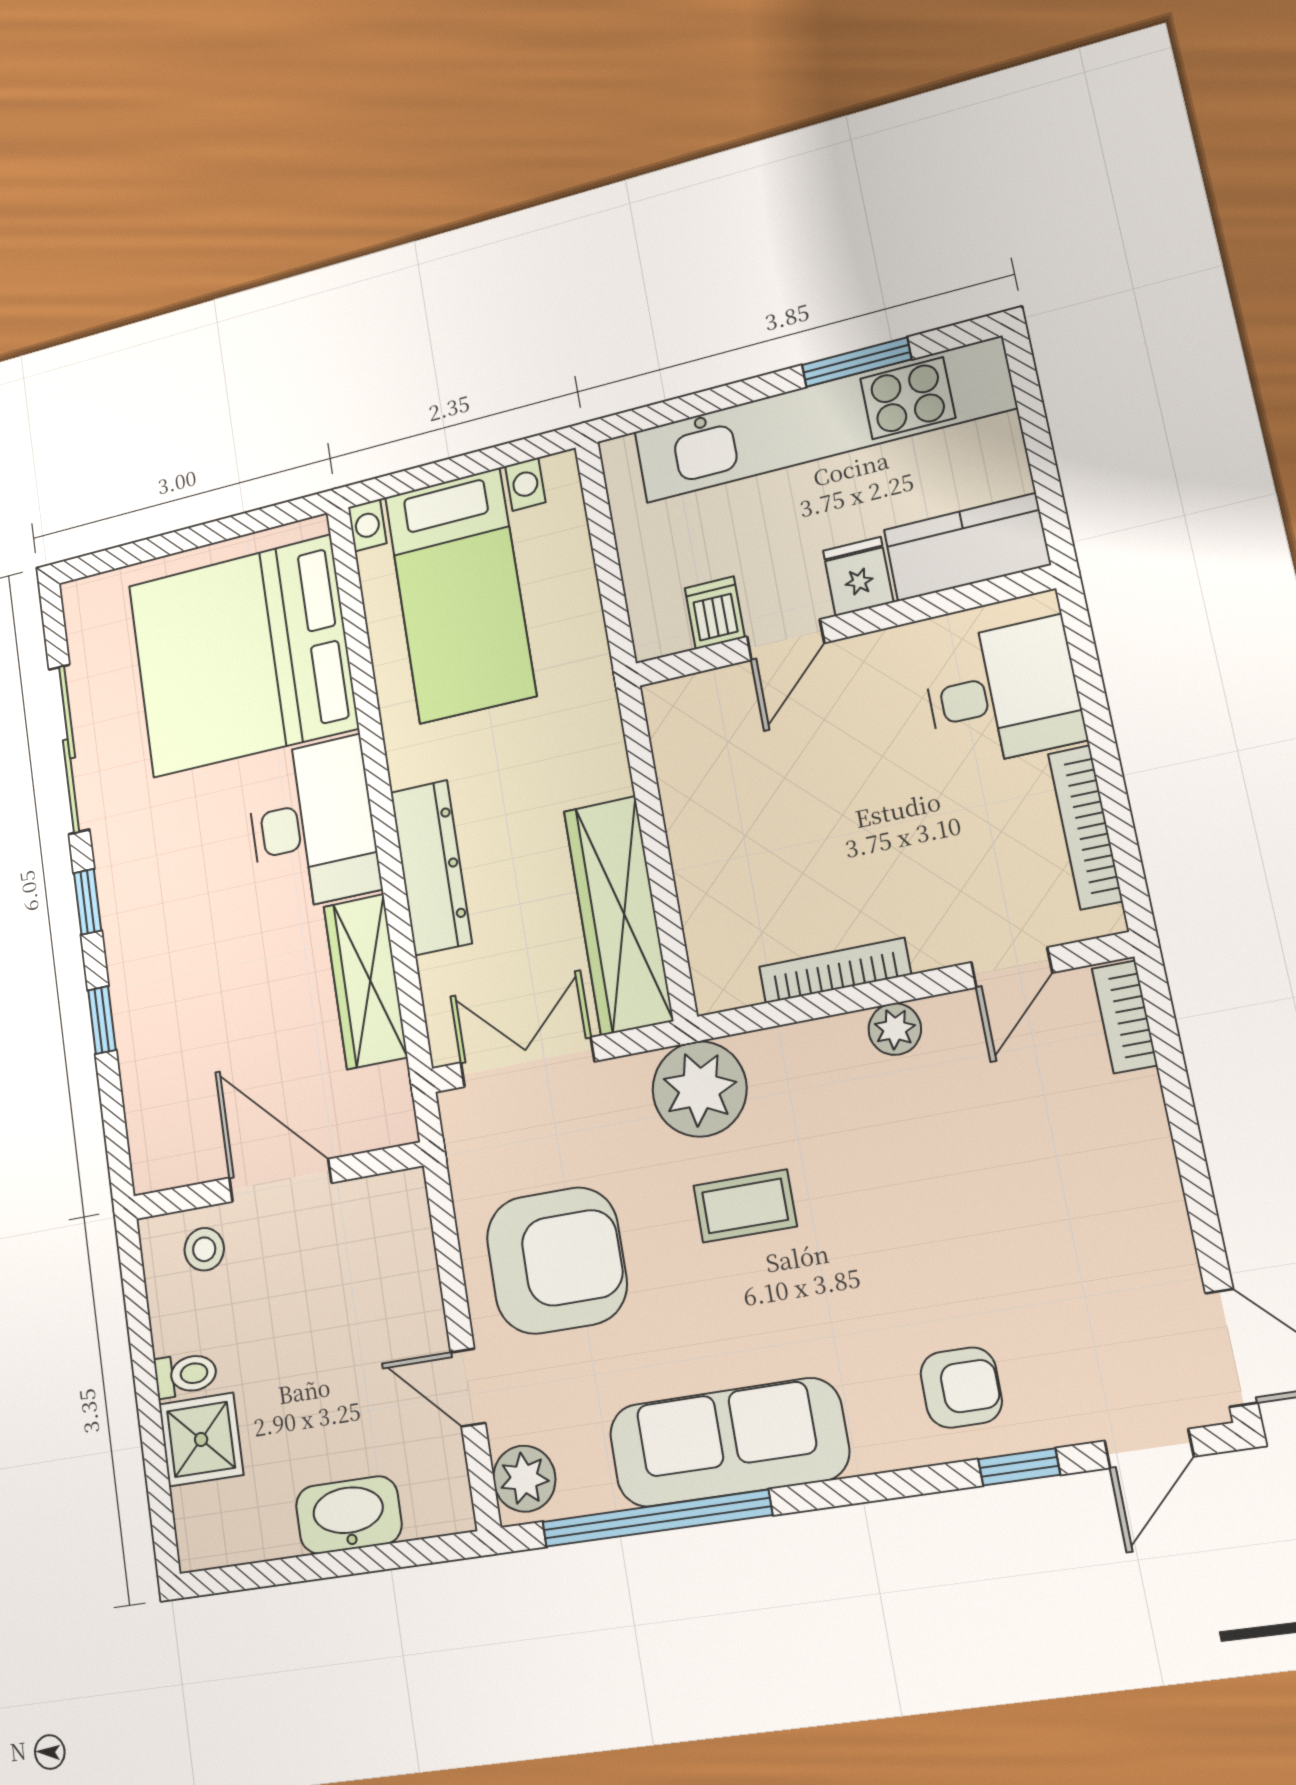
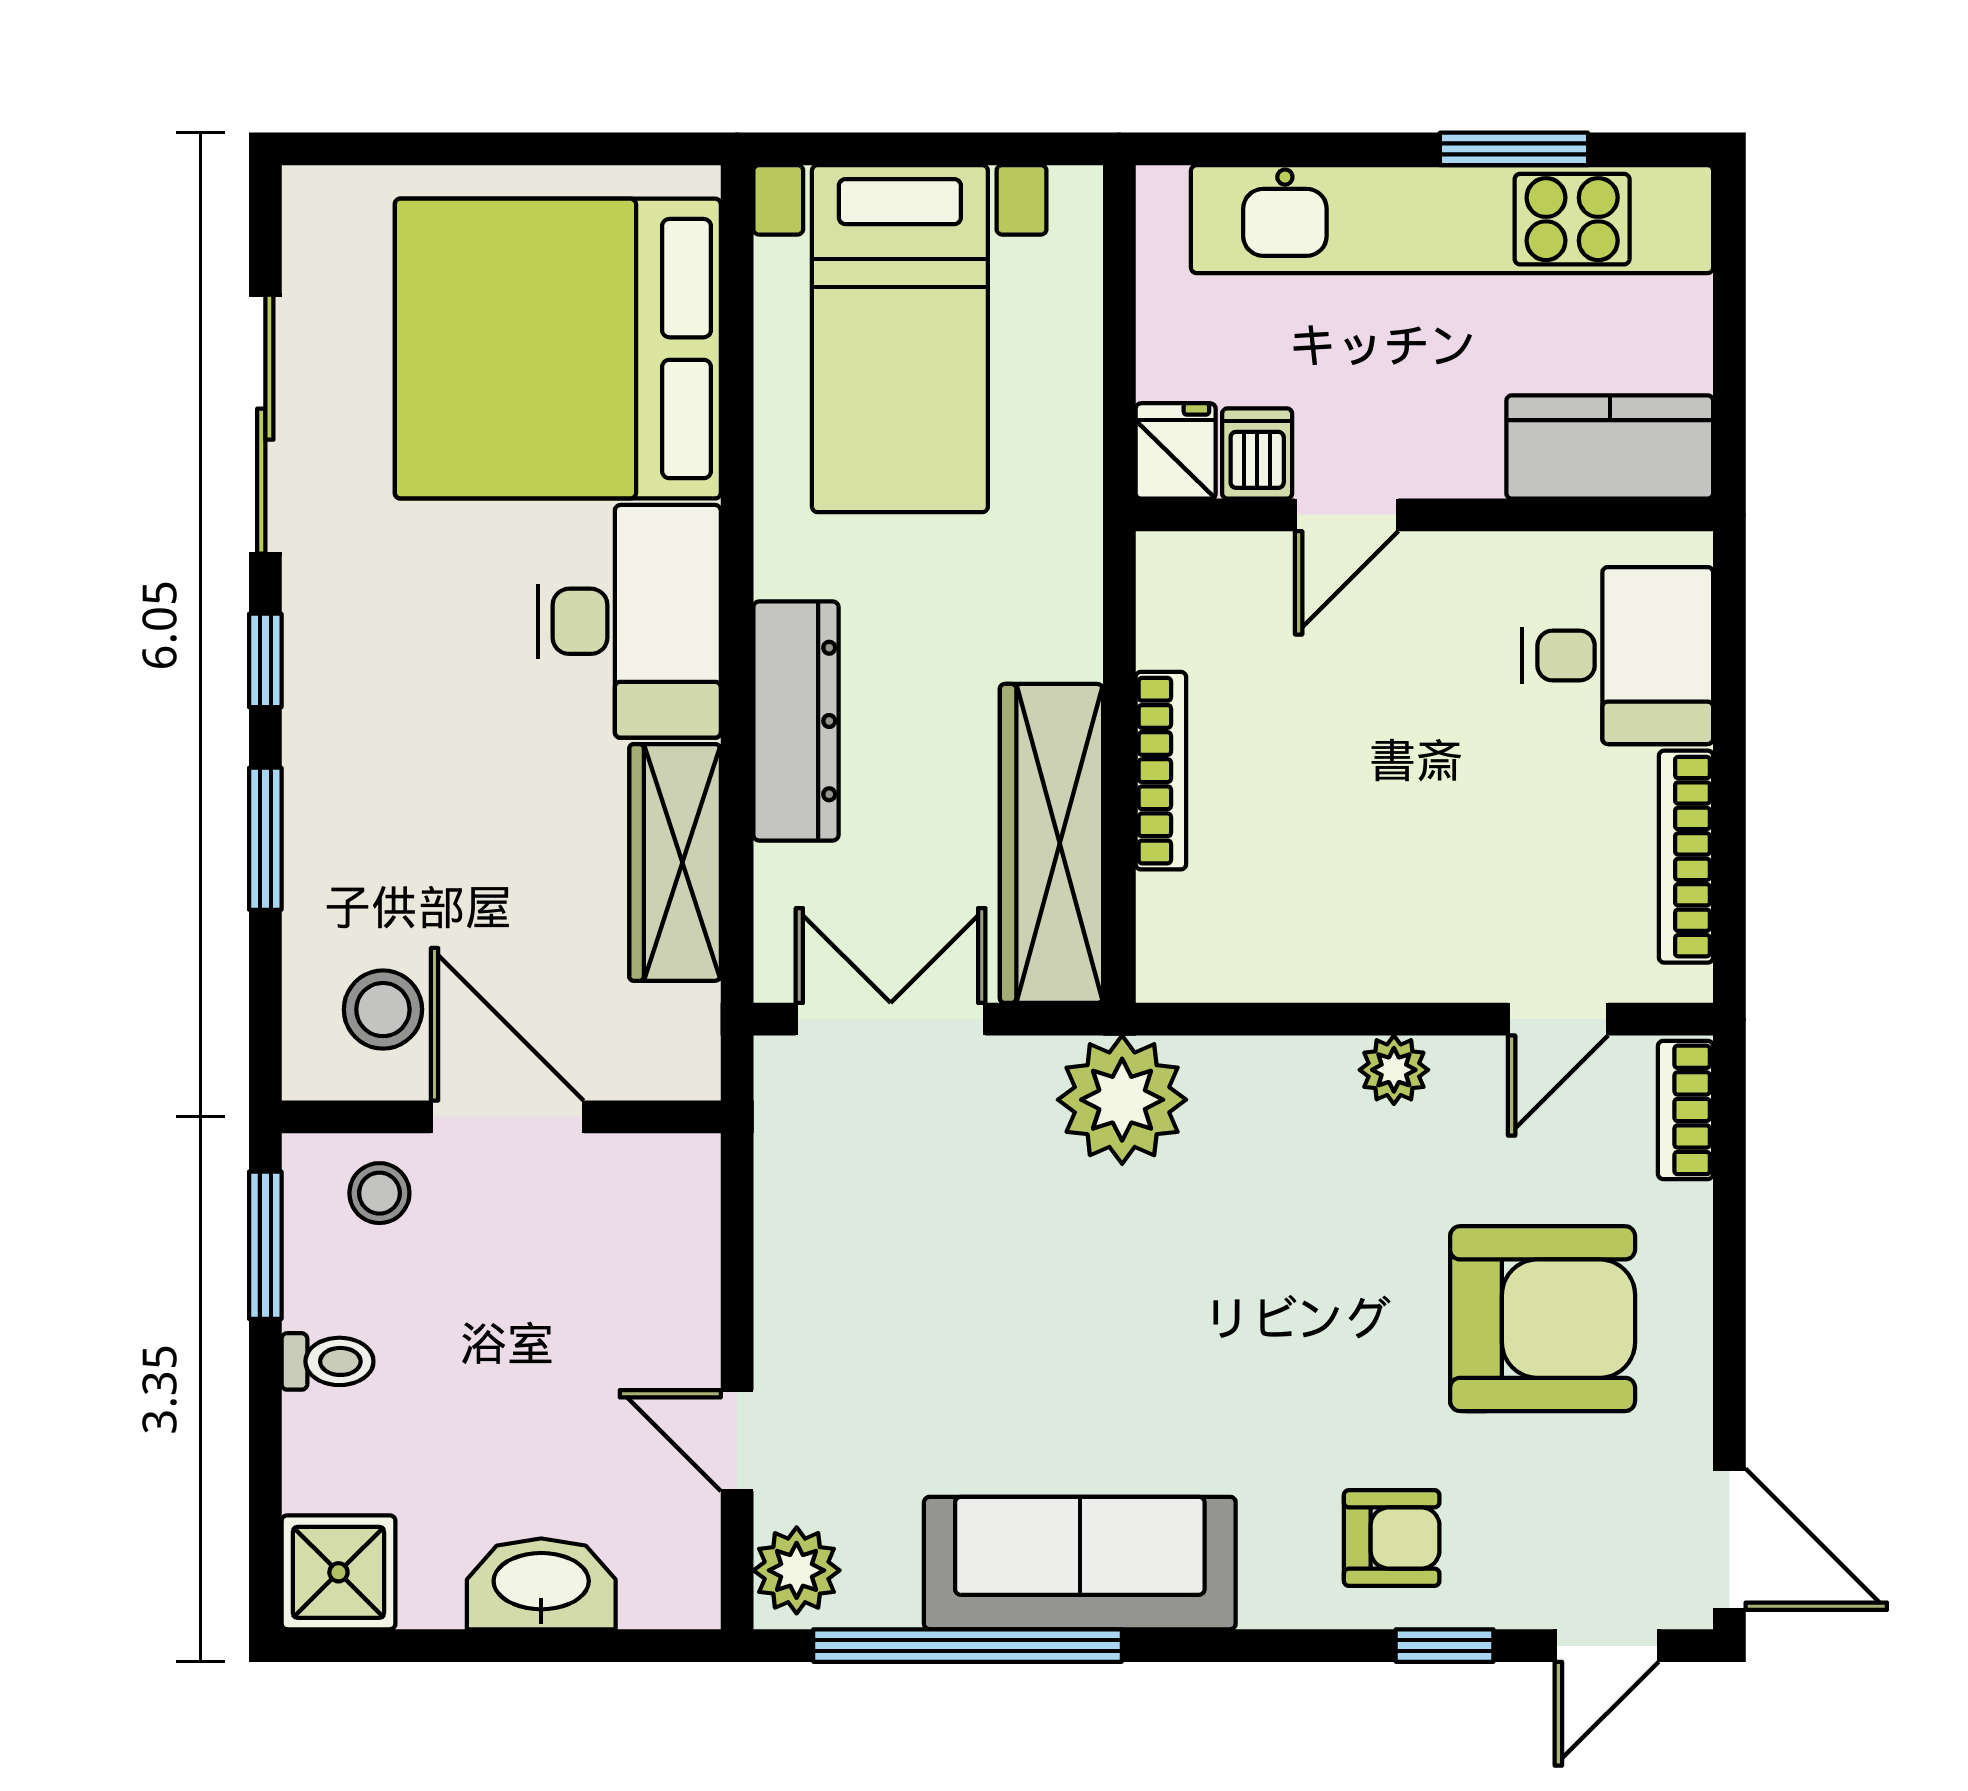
fridge: (858, 576) -> (1176, 451), moved
bookcase: (835, 971) -> (1161, 771), moved, turned 90
window: (102, 1020) -> (265, 839), width x1.50
stool: (190, 1121) -> (383, 1010), added
coffee table: (745, 1206) -> (1156, 1264), removed
armchair: (557, 1261) -> (1543, 1319), moved
window: (136, 1299) -> (265, 1245), added
shower: (201, 1439) -> (338, 1572), moved

